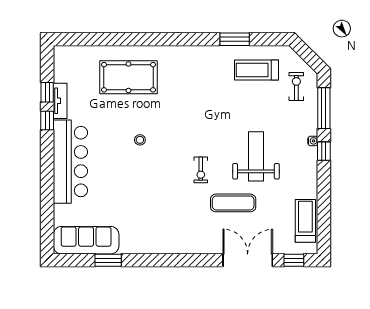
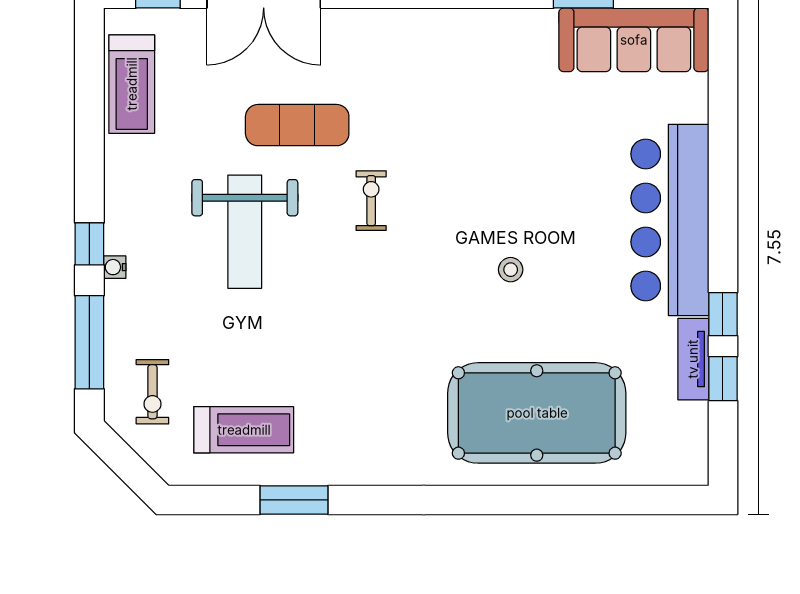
pool table: (129, 77) -> (537, 413), width x1.36, depth x1.32

